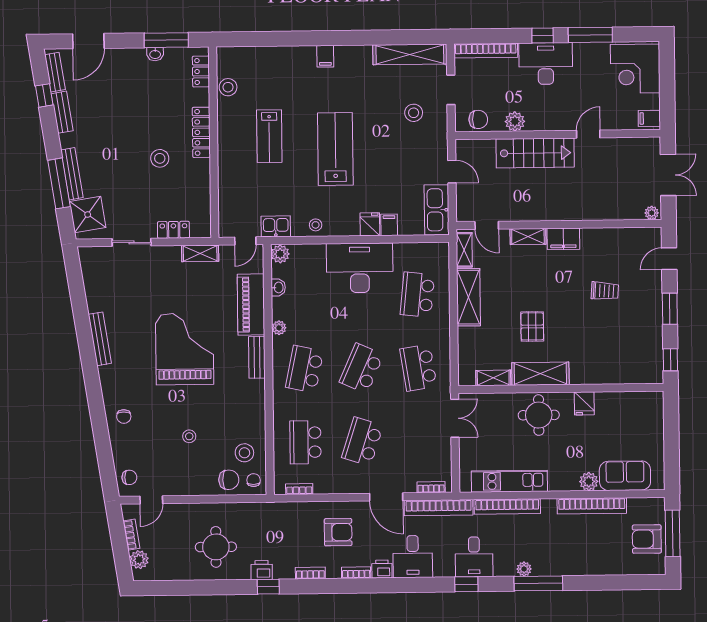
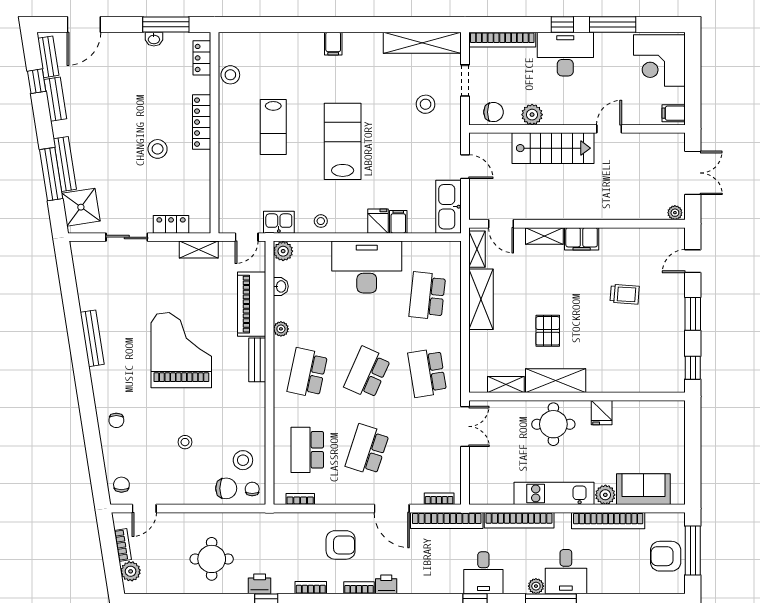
chair: (129, 477) -> (121, 485), turned -90
kitchen unit: (509, 481) -> (554, 493), moved
desk: (413, 557) -> (566, 572), moved

